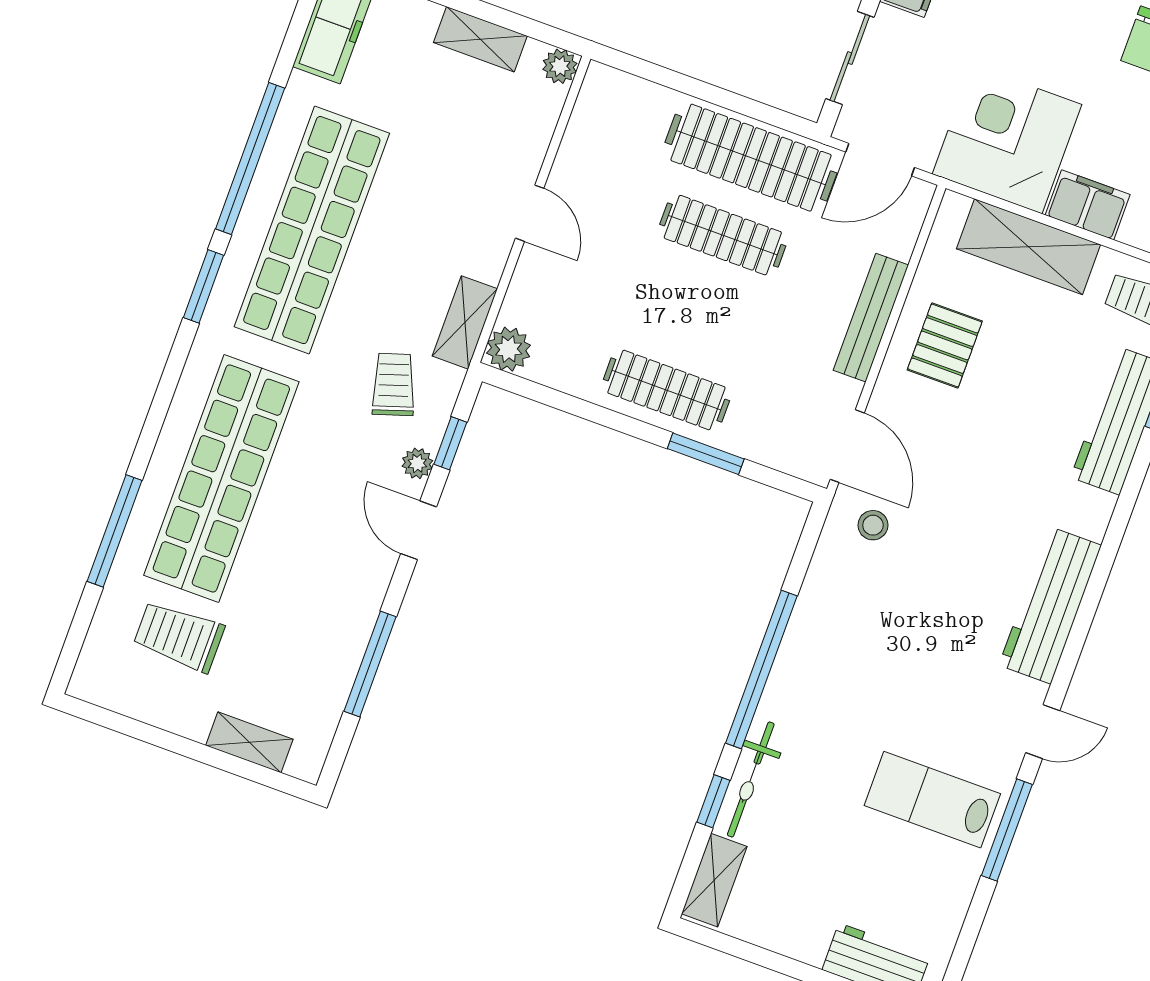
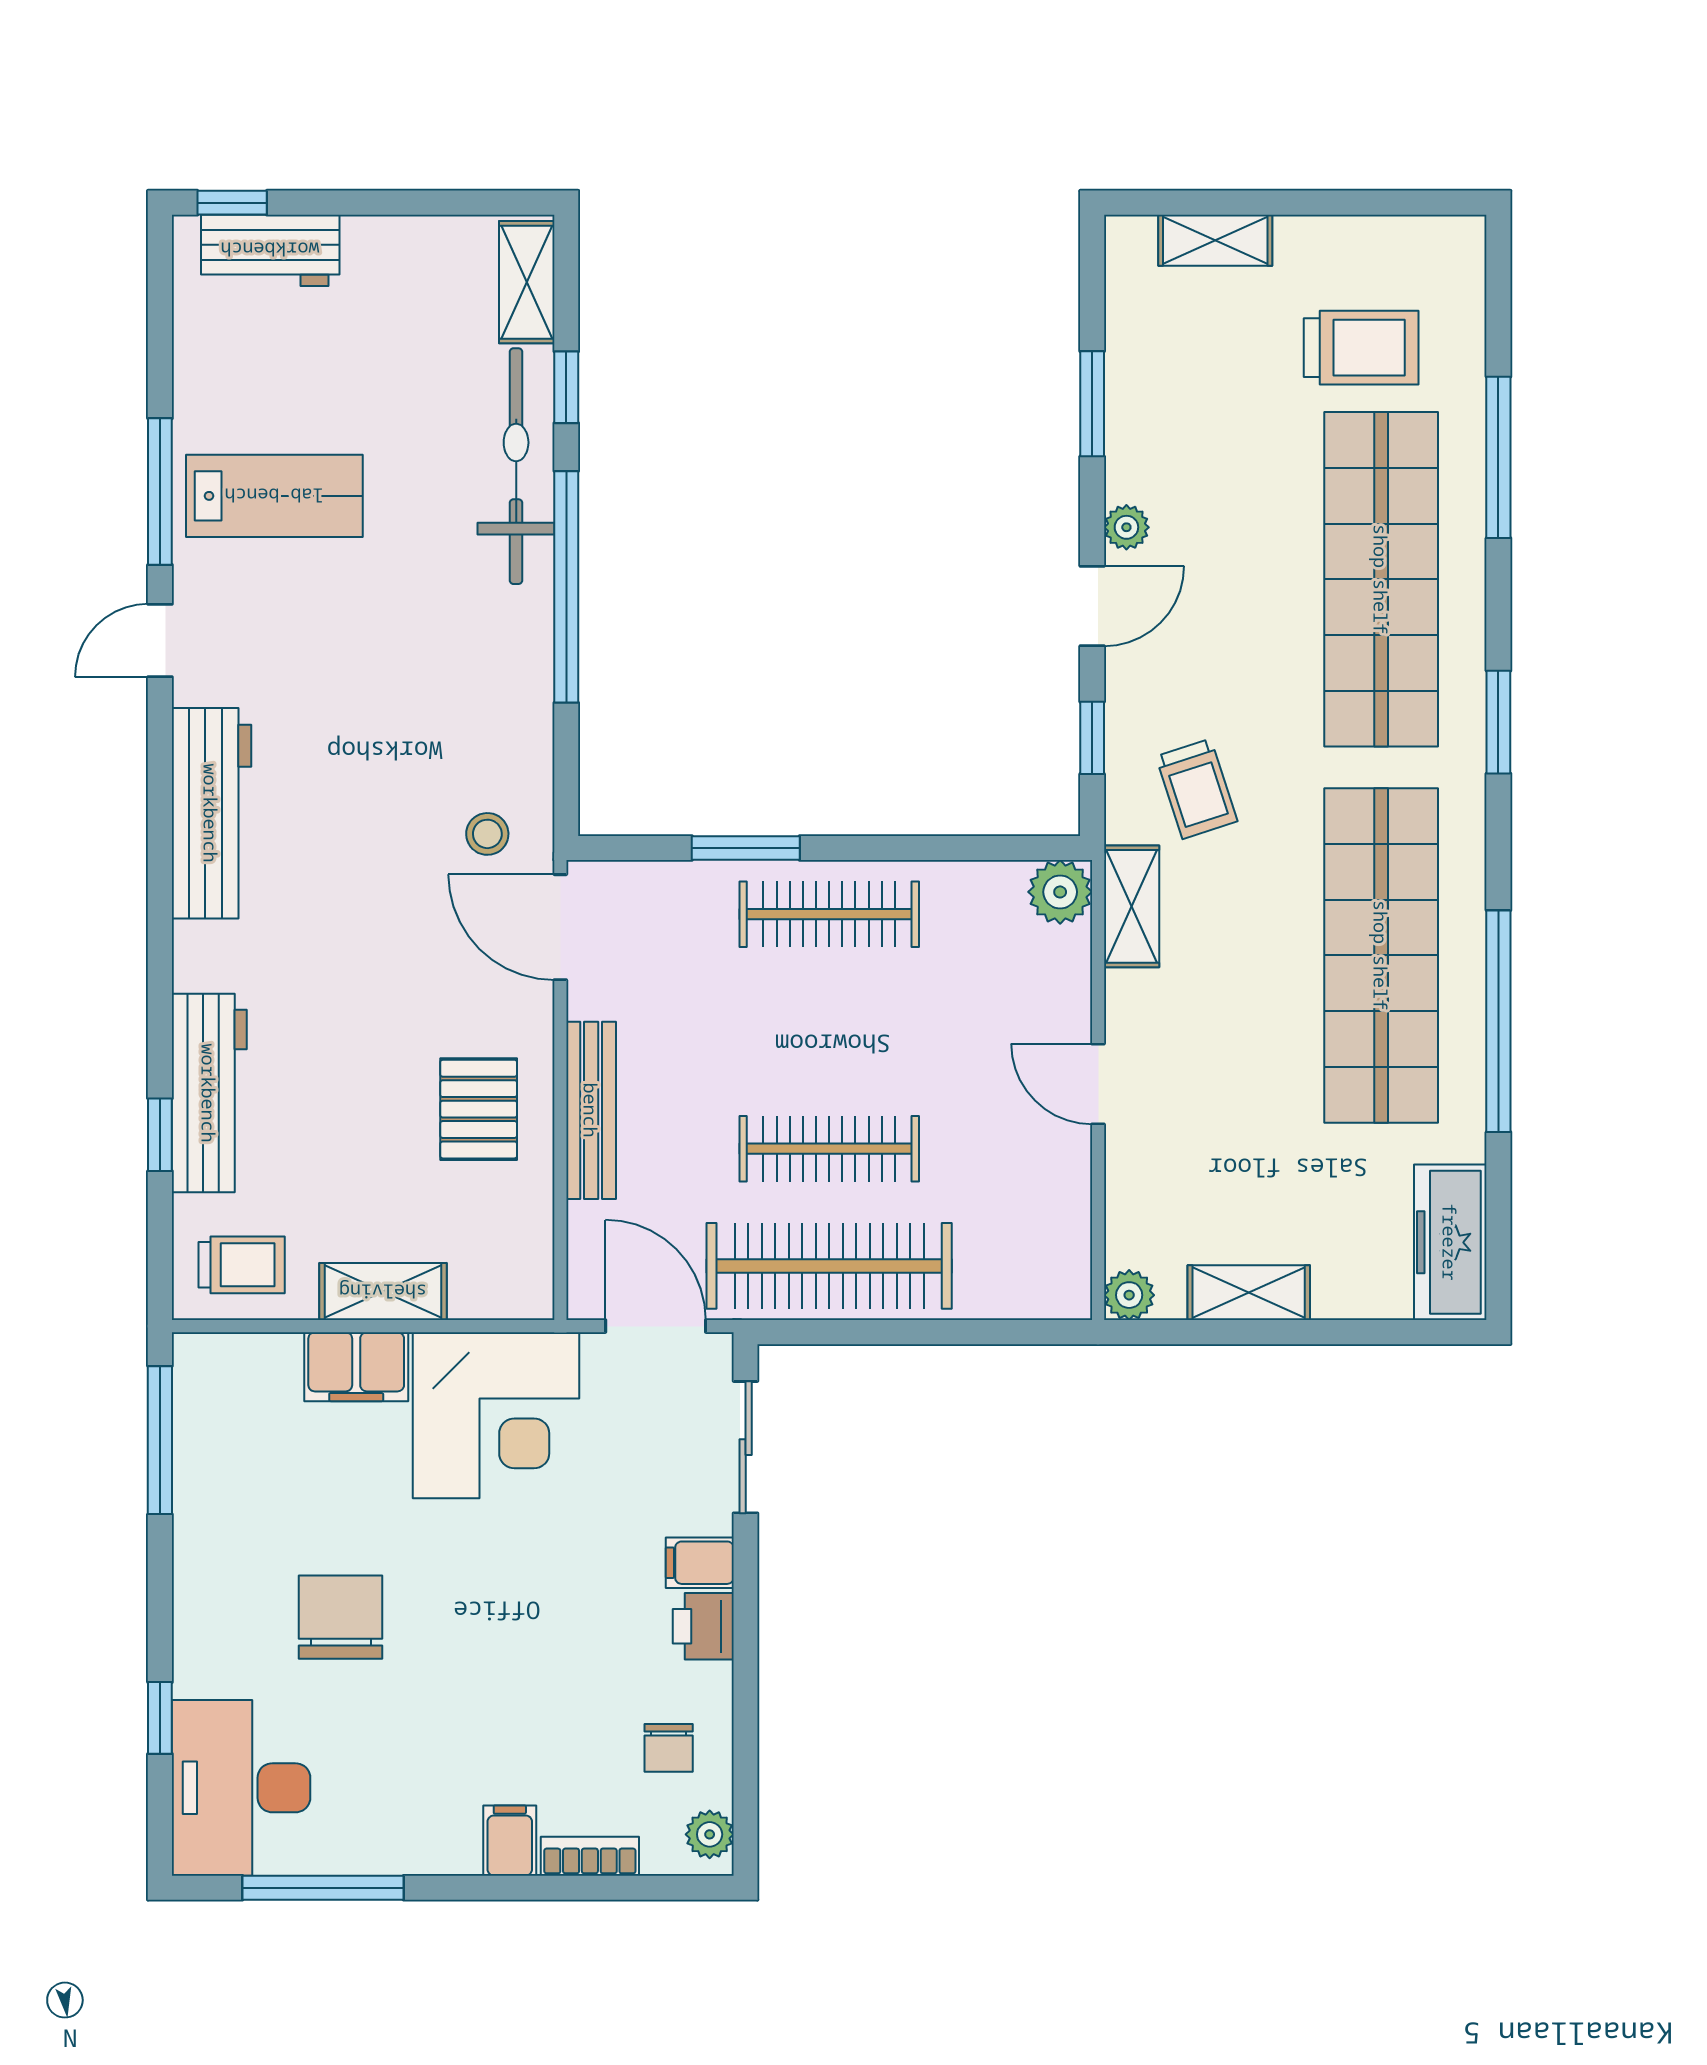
door: (880, 160) -> (656, 1326), hinge flipped
shelving: (1029, 247) -> (383, 1292), width x0.67, depth x0.75
window: (204, 286) -> (1498, 722), moved
plant: (417, 463) -> (1126, 527), moved
door: (419, 530) -> (1092, 606), hinge flipped
window: (370, 664) -> (1092, 404), width x0.69
bicycle: (751, 779) -> (516, 466), width x1.37, depth x1.40

